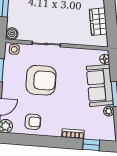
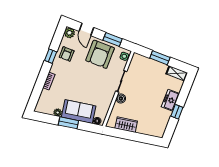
boiler: (12, 34) -> (121, 98), moved
armchair: (41, 80) -> (100, 54), moved
window: (91, 145) -> (51, 56), moved

